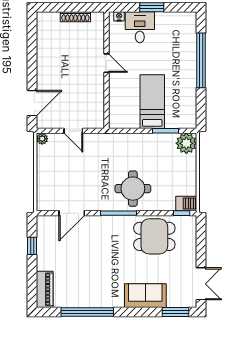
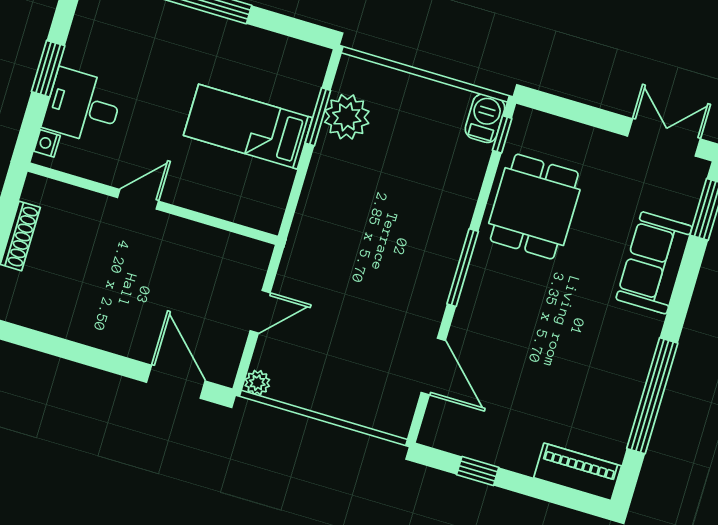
plant: (186, 143) -> (347, 117), moved
round table: (133, 189) -> (420, 222), removed

